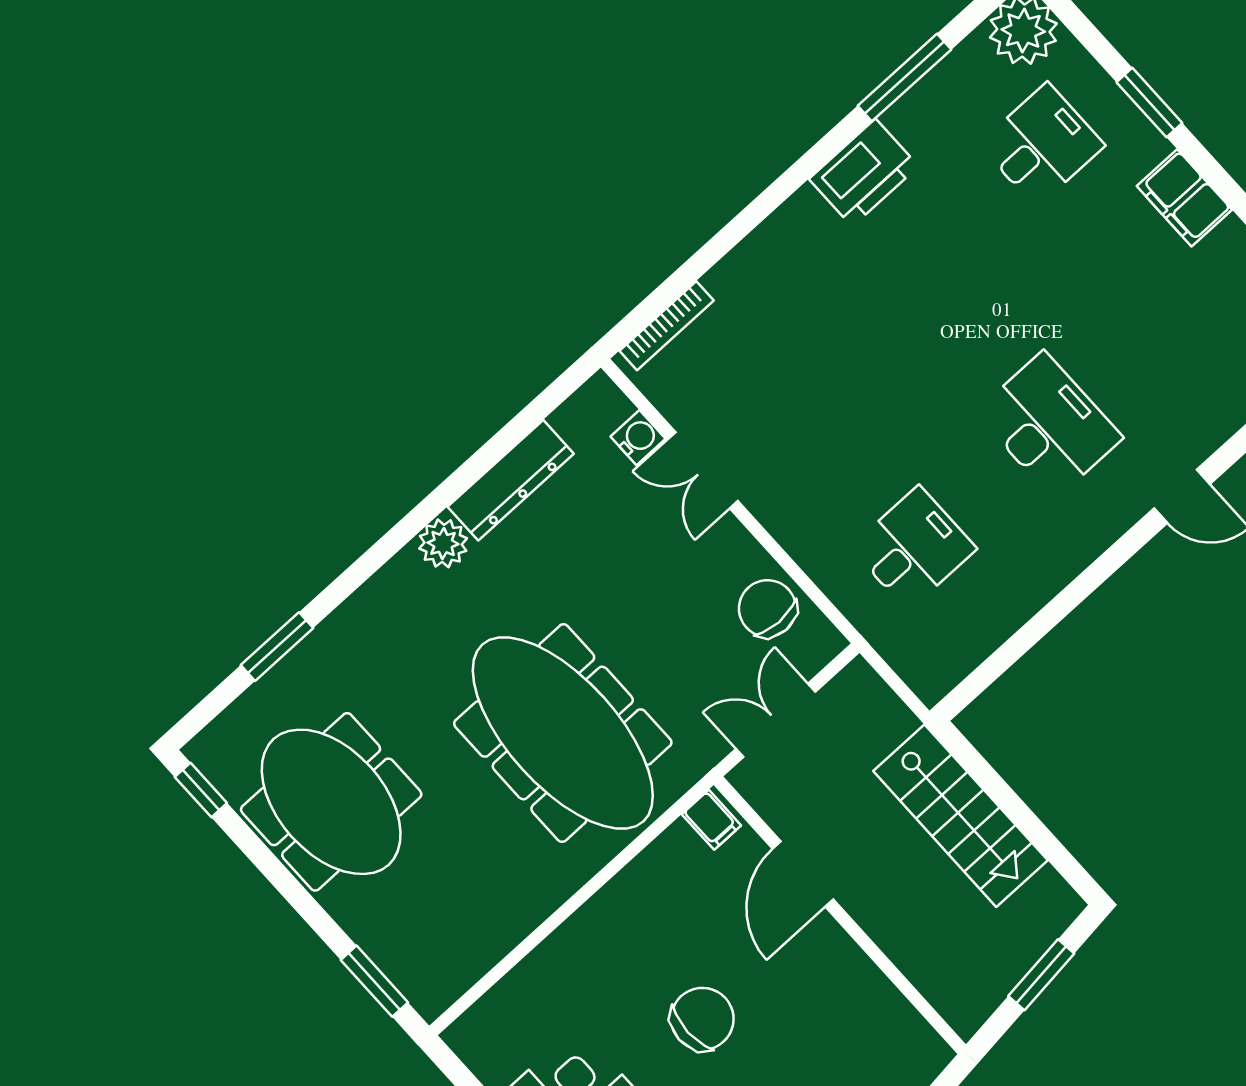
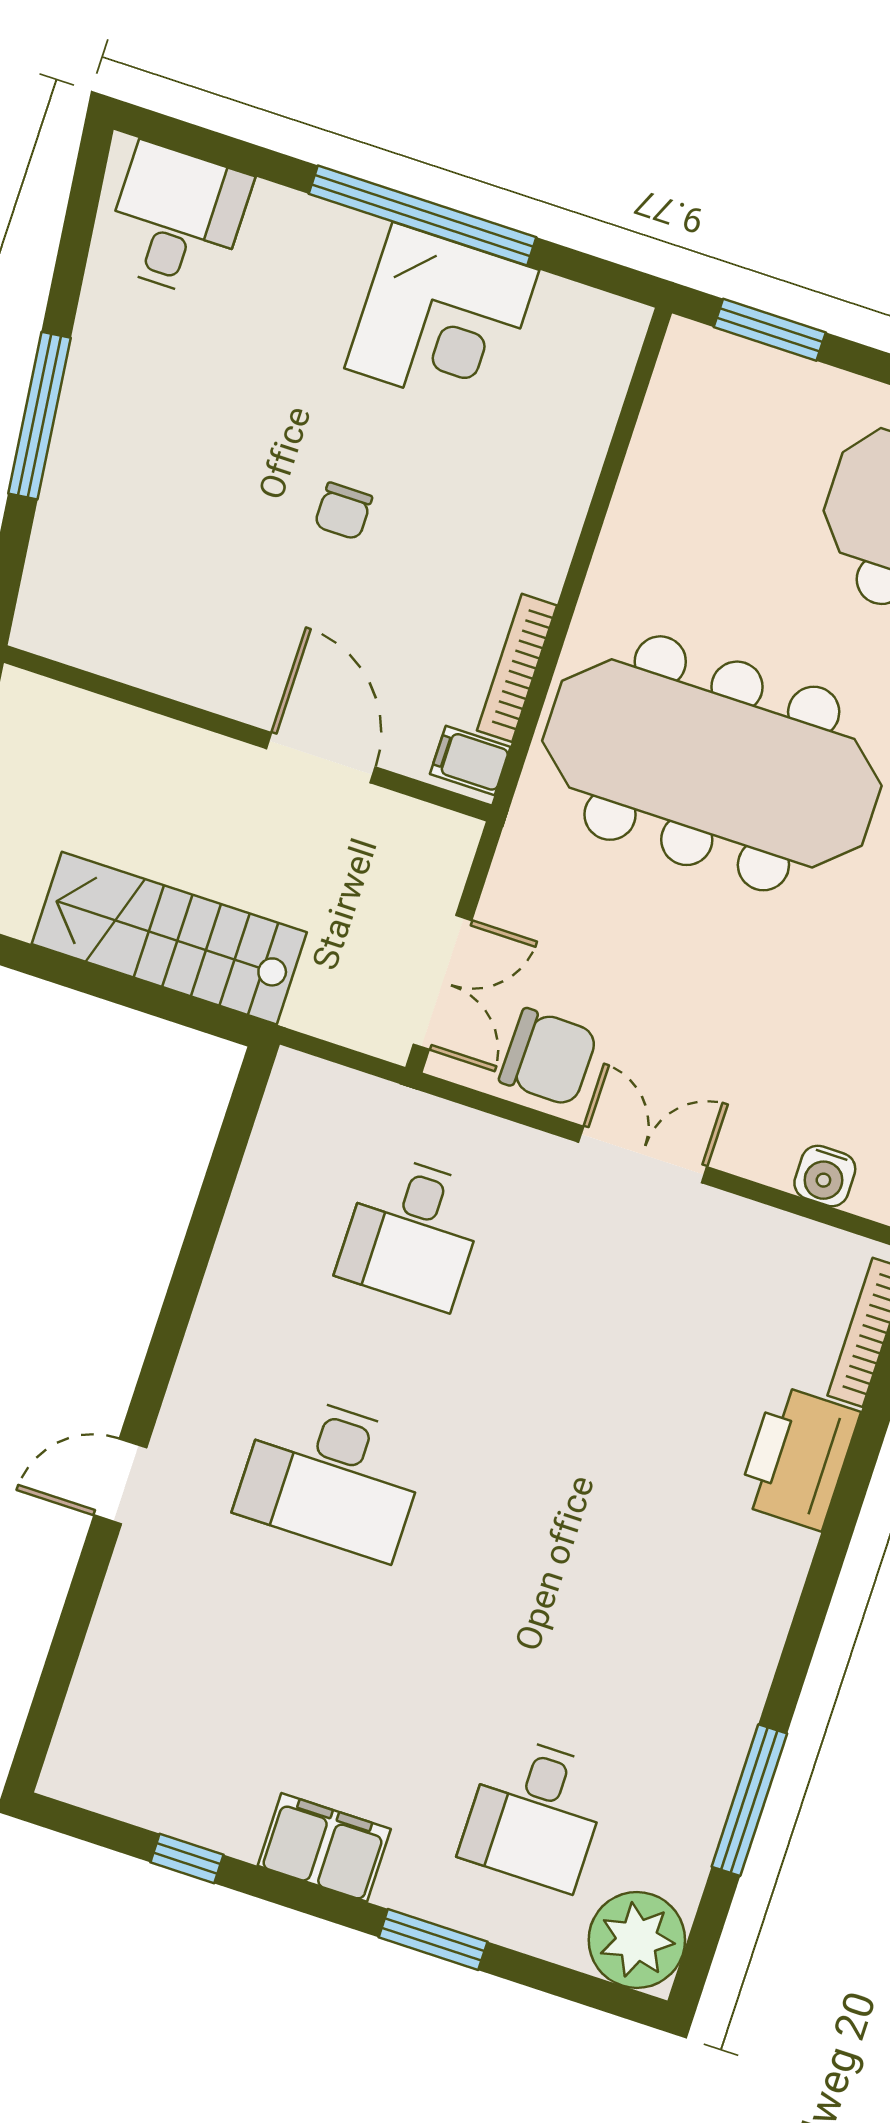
printer: (864, 173) -> (798, 1458), moved
double door: (703, 470) -> (643, 1154), moved
double door: (776, 720) -> (443, 982), moved
bookcase: (650, 861) -> (517, 668), added
chair: (702, 1019) -> (343, 511), width x0.54, depth x0.54

